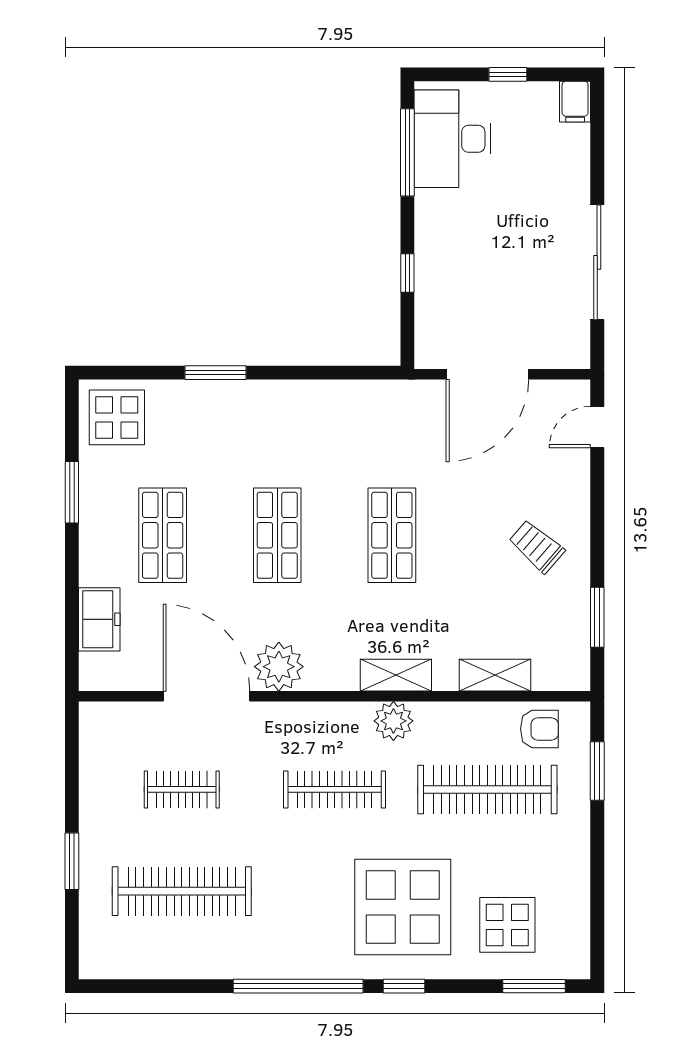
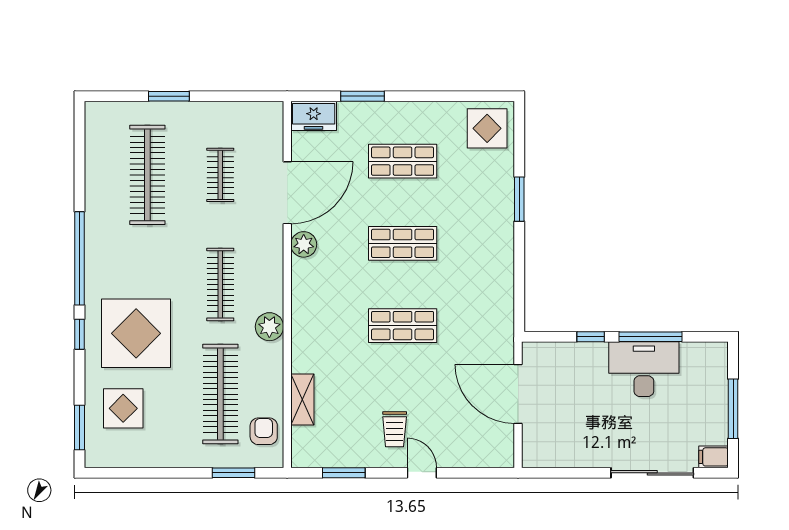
window: (508, 74) -> (733, 409), width x2.17
desk: (453, 139) -> (644, 369), moved
window: (407, 152) -> (651, 337), moved
sliding door: (597, 262) -> (652, 473), moved
door: (597, 427) -> (422, 473), moved
window: (72, 492) -> (362, 96), moved
trolley: (537, 546) -> (395, 429), turned 139
freezer: (99, 619) -> (314, 116), moved
plant: (279, 667) -> (304, 244), width x0.73, depth x0.73
shelving: (396, 675) -> (302, 328), removed
armchair: (539, 729) -> (264, 431), turned 180

